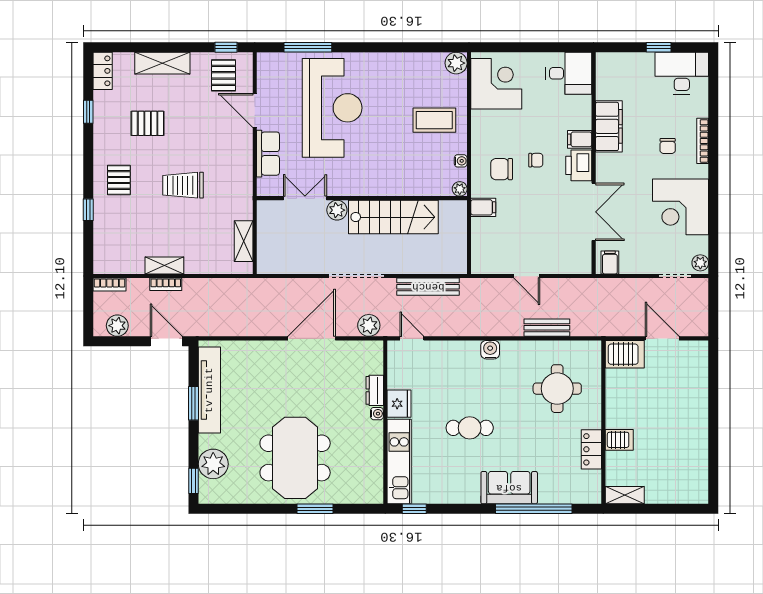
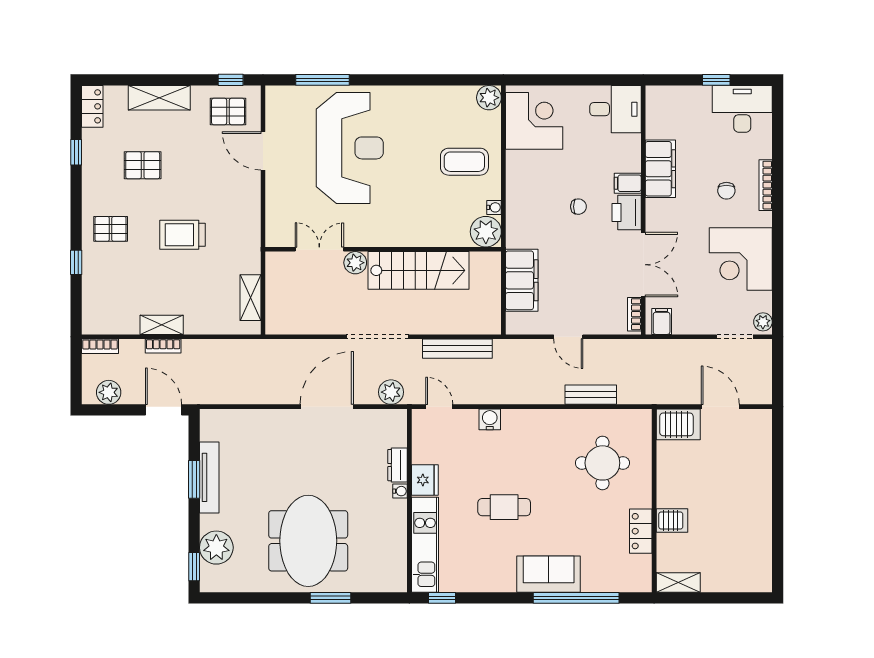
pallet: (224, 75) -> (228, 111), turned 90
row of seats: (268, 154) -> (278, 199), removed
chair: (502, 169) -> (540, 217), removed
pallet: (119, 180) -> (111, 229), turned 90
plant: (460, 189) -> (486, 232), width x1.87, depth x1.87
filing cabinet: (483, 207) -> (522, 280), width x3.00, depth x1.17
bookcase: (586, 256) -> (634, 314), added
water cooler: (490, 350) -> (490, 419), moved
tv unit: (209, 390) -> (209, 477), width x0.73, depth x0.78

